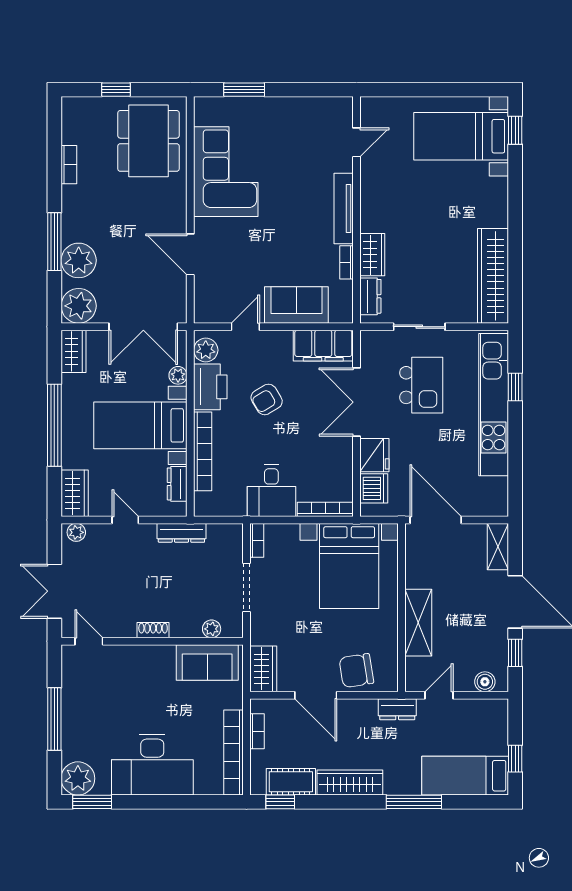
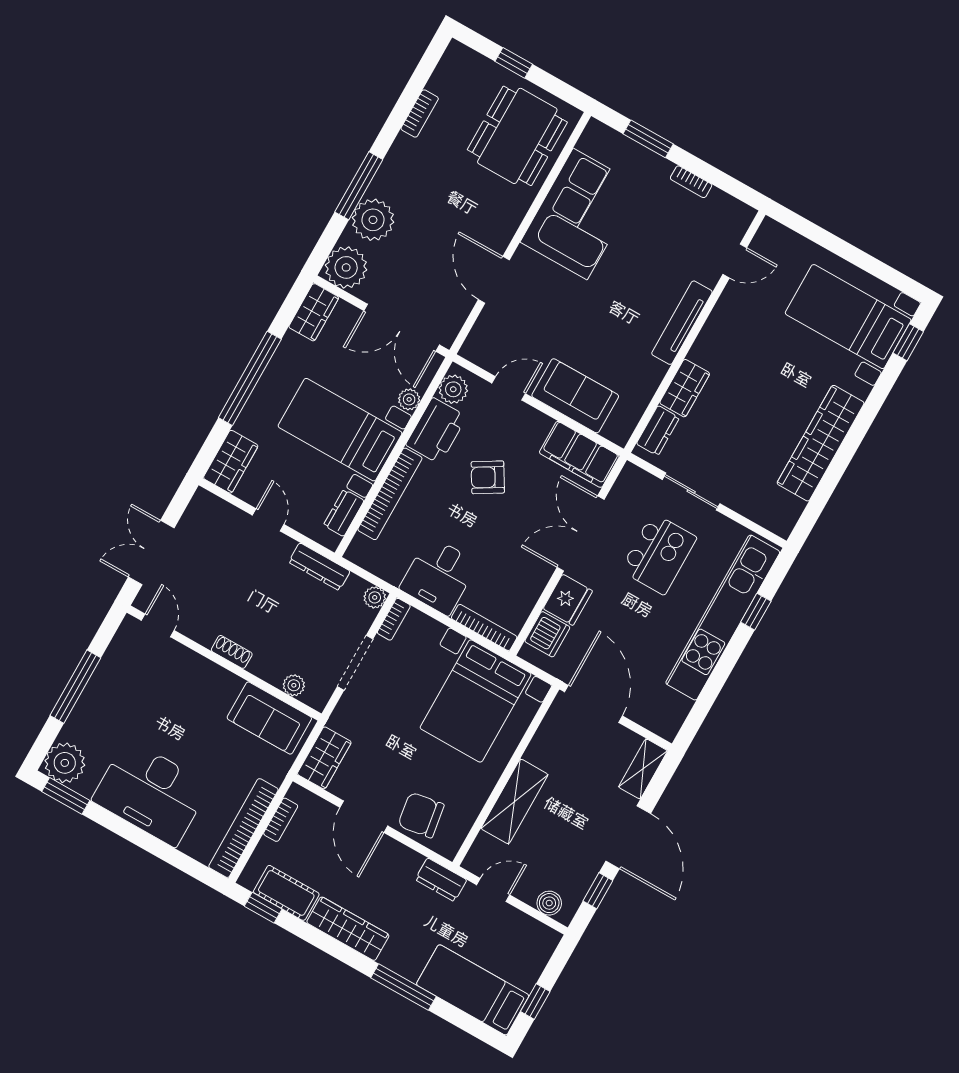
bookcase: (347, 262) -> (691, 182), moved, turned -90
wardrobe: (493, 276) -> (821, 443), moved
plant: (76, 532) -> (375, 597), moved

